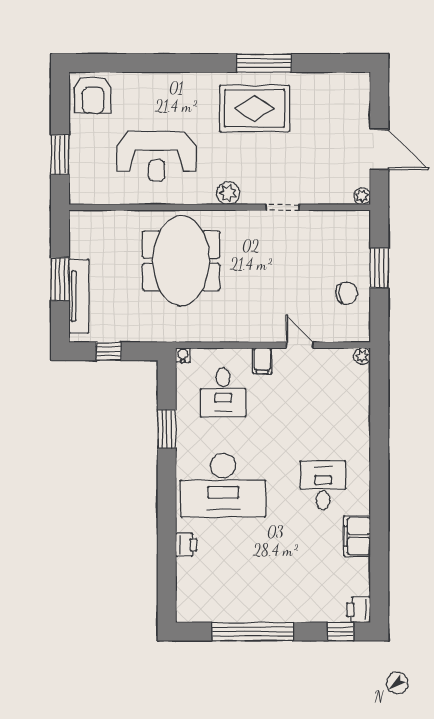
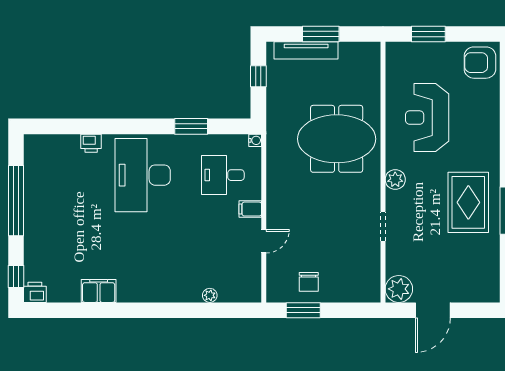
plant: (362, 196) -> (399, 289), width x1.88, depth x1.88
window: (379, 268) -> (303, 310), moved
plant: (362, 356) -> (210, 295), moved
desk: (323, 485) -> (143, 261), removed

